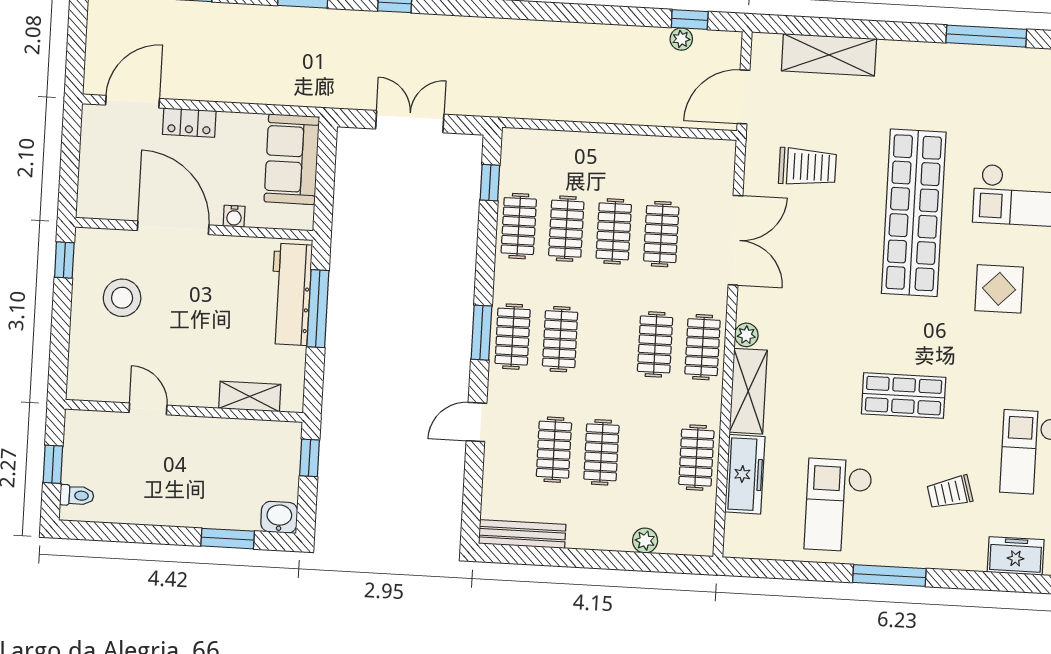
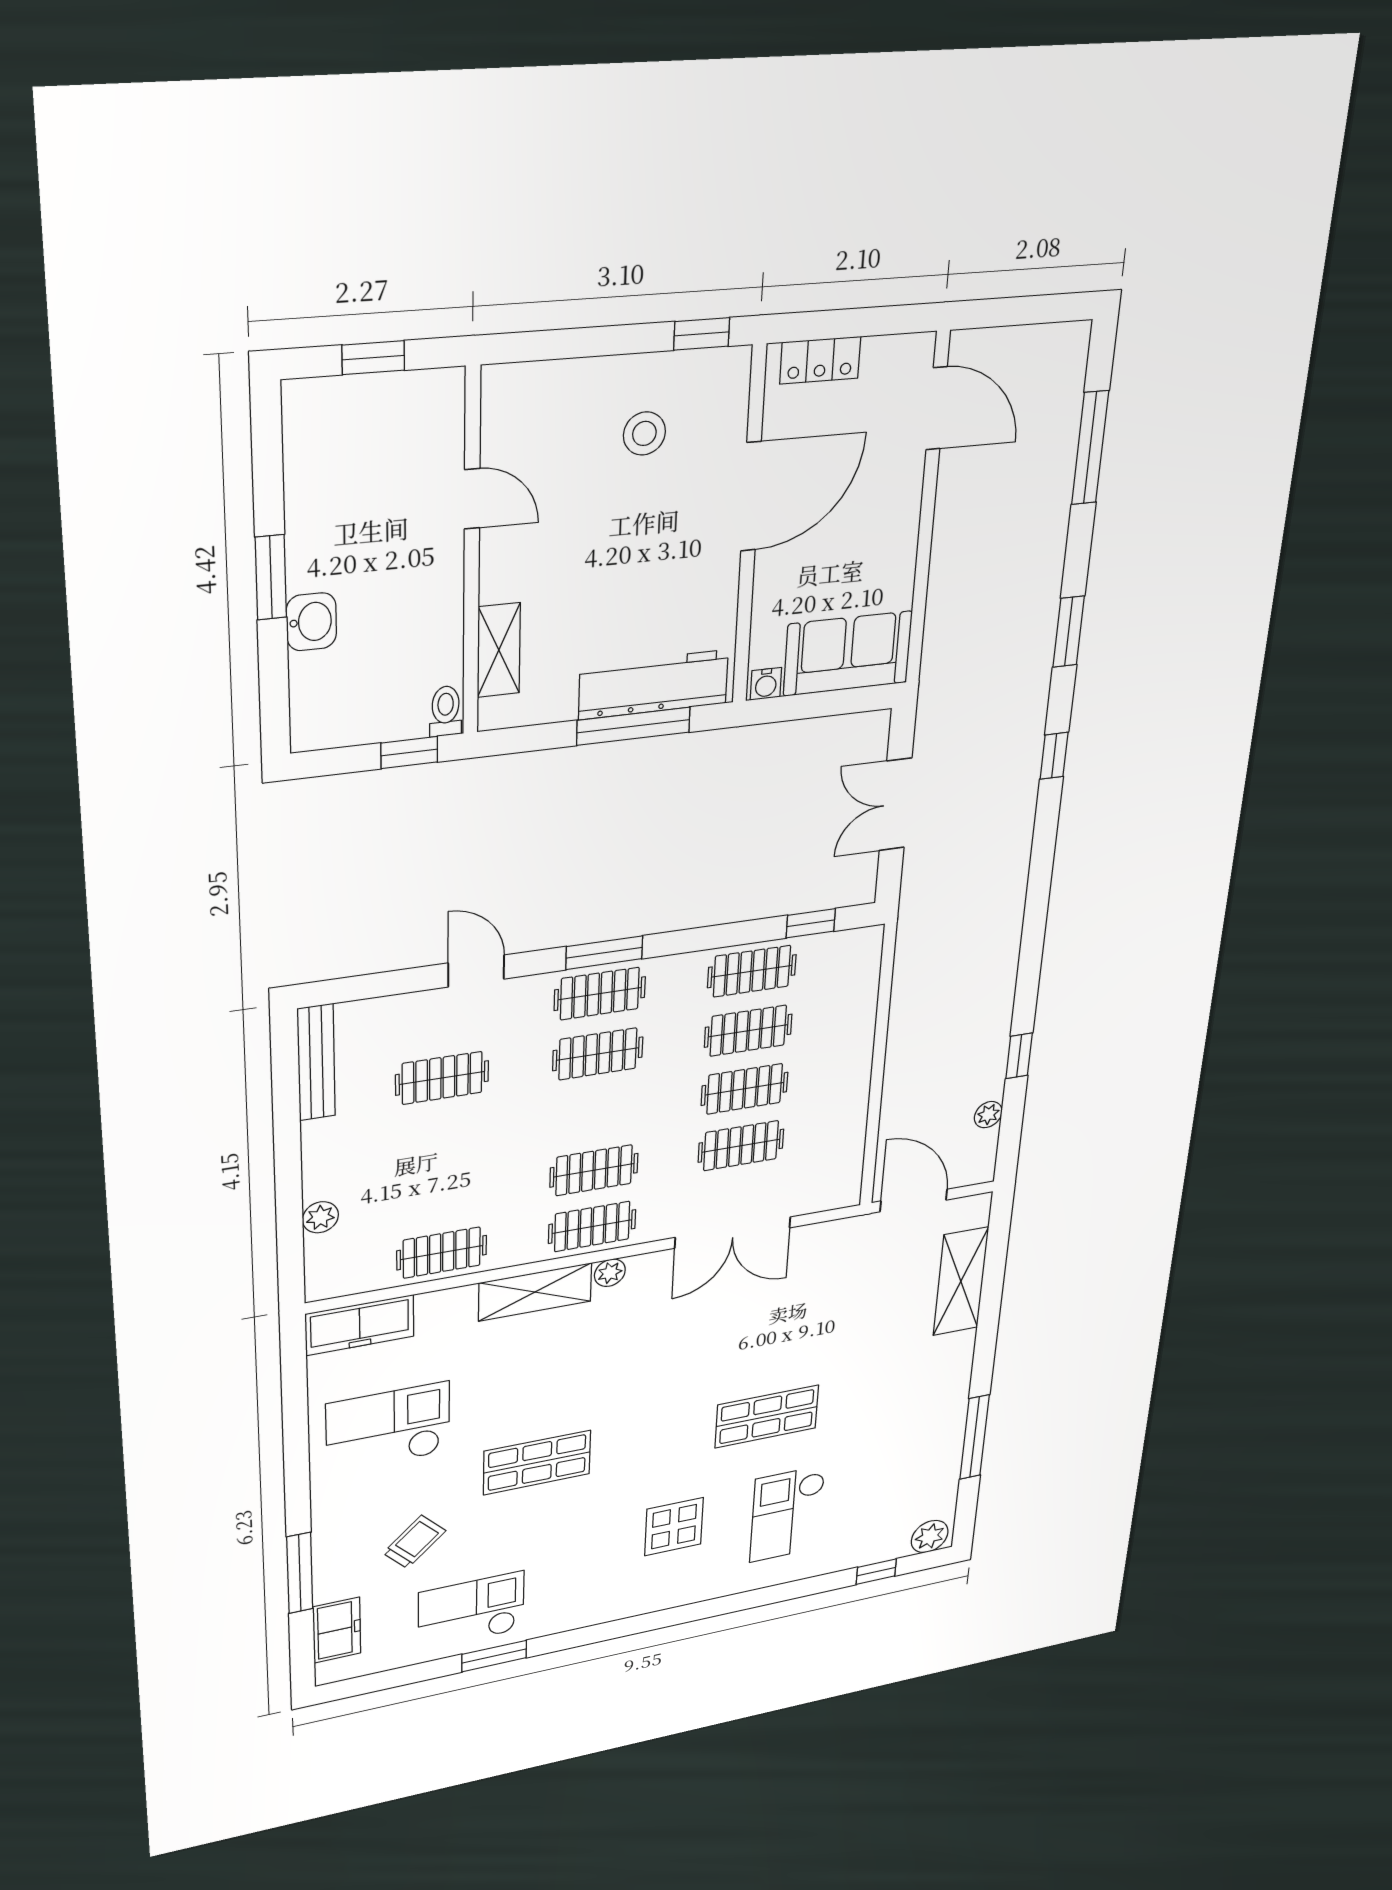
window: (690, 19) -> (1019, 1056), moved
double door: (410, 122) -> (895, 804), swing flipped
locker: (189, 123) -> (820, 360), moved, turned -90
trolley: (807, 167) -> (825, 1291), removed
shop shelf: (914, 213) -> (767, 1417), width x0.50, depth x0.74
water cooler: (234, 216) -> (766, 684), moved, turned -90
stool: (122, 298) -> (644, 433), width x0.73, depth x0.73
shop shelf: (904, 396) -> (537, 1463), turned 90
door: (148, 409) -> (472, 499), hinge flipped
clothes rail: (601, 452) -> (442, 1138), removed
freezer: (745, 474) -> (360, 1325), moved
trolley: (950, 492) -> (414, 1542), turned 62
toilet: (77, 495) -> (446, 711), moved, turned 180
washbasin: (279, 517) -> (311, 622), moved
window: (228, 539) -> (271, 577), moved
window: (889, 576) -> (300, 1573), moved

